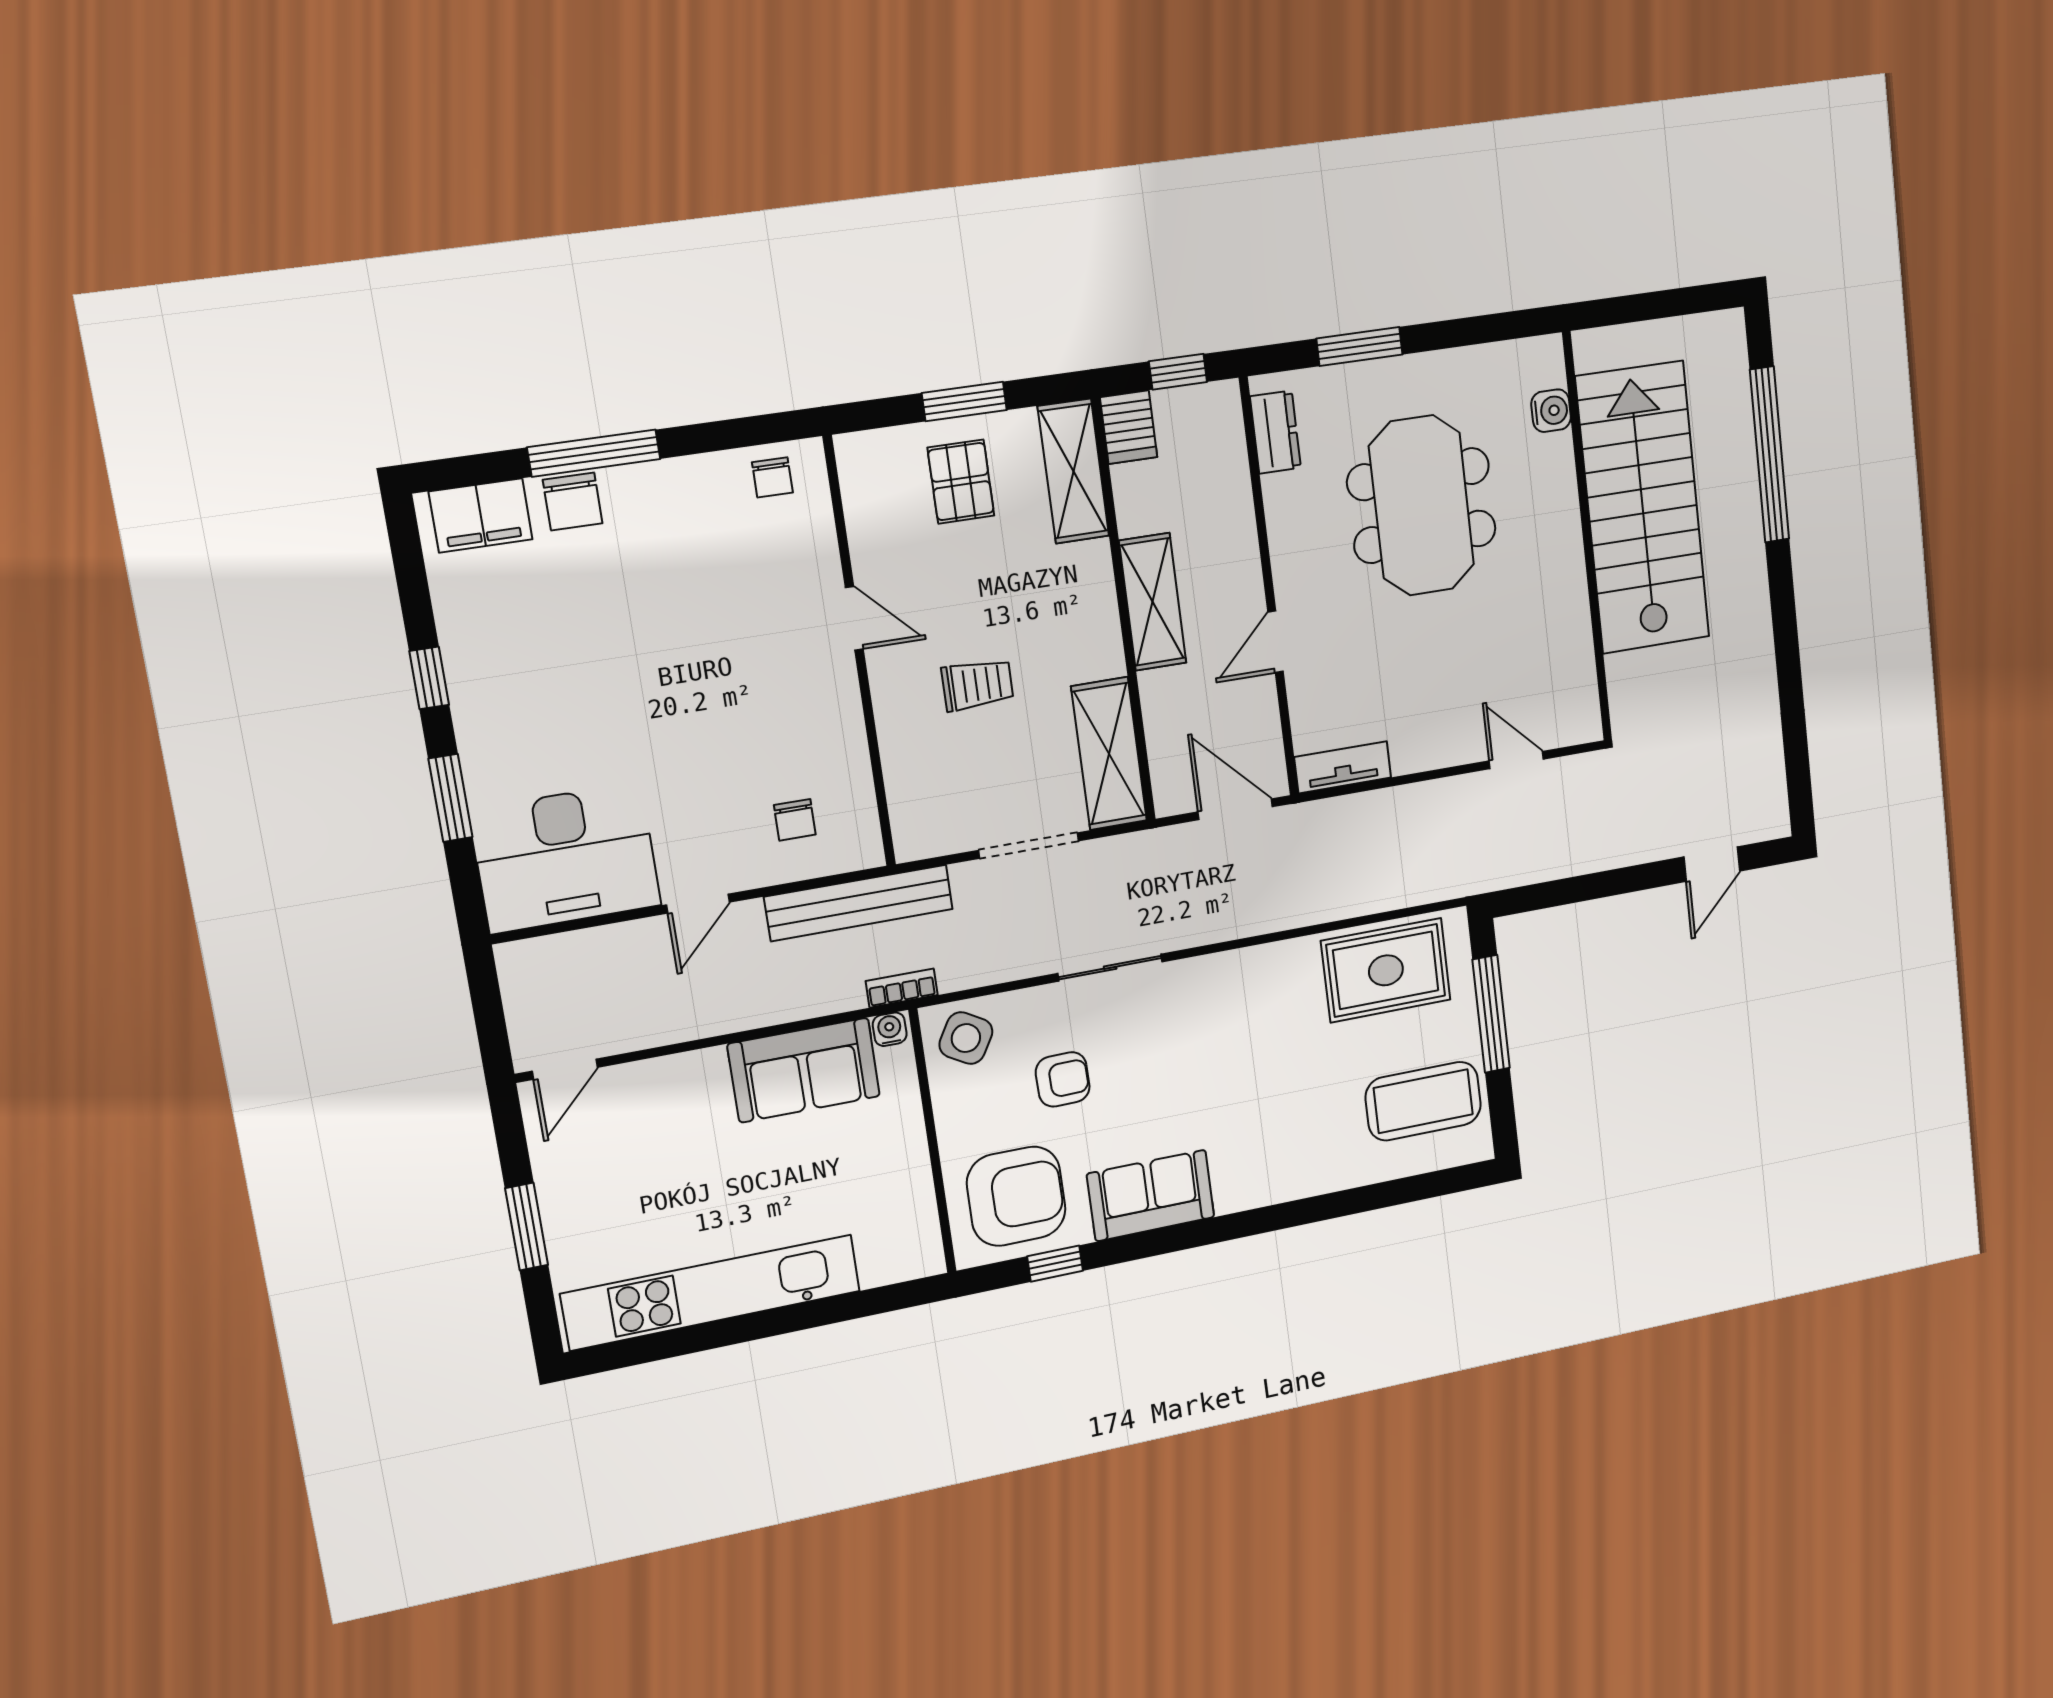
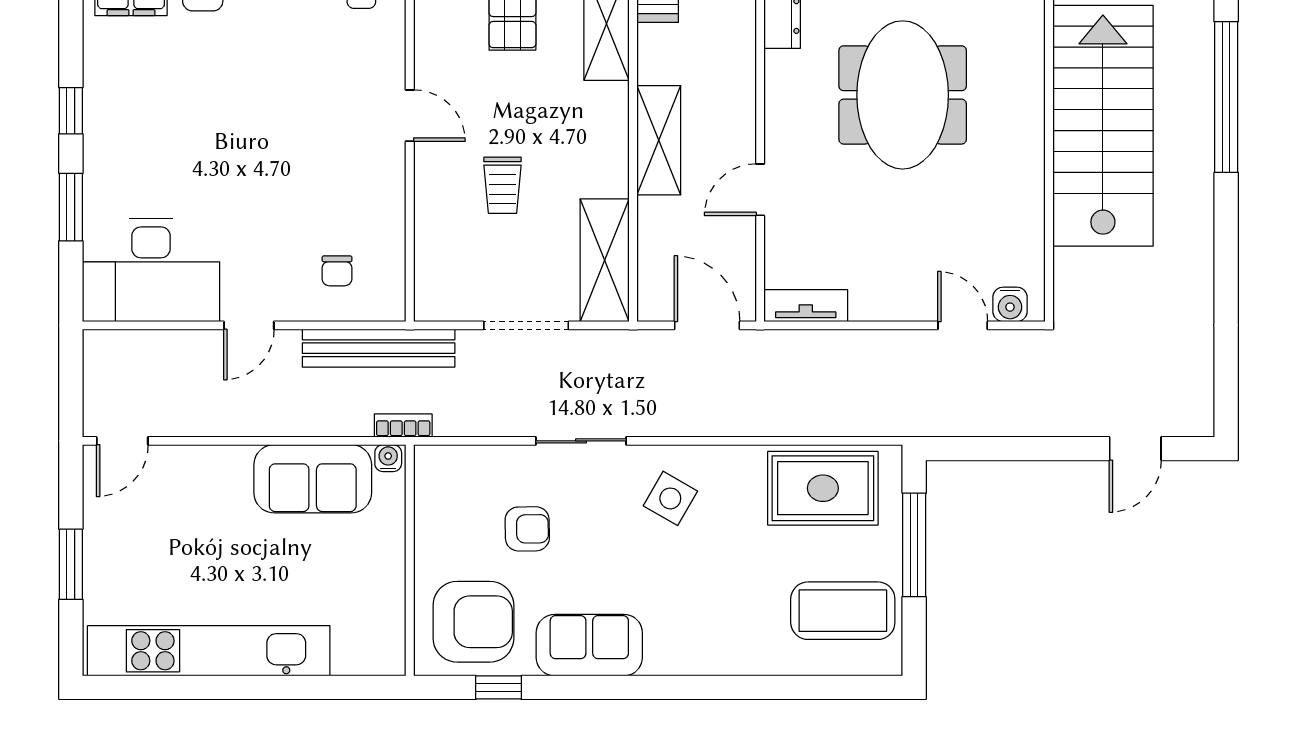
water cooler: (1551, 411) -> (1010, 304), moved, turned 90
trolley: (977, 685) -> (502, 185), turned 90
side table: (966, 1038) -> (670, 498), moved

